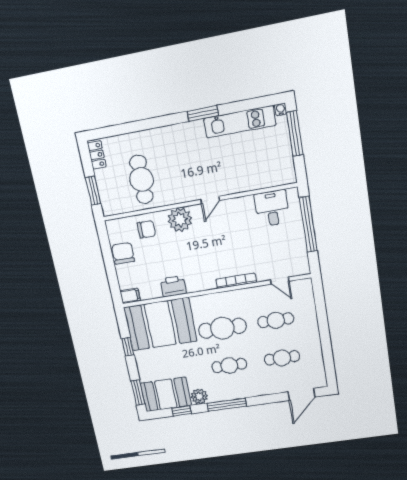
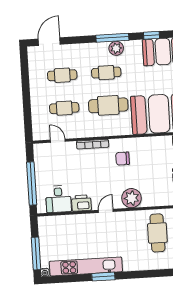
kitchen unit: (240, 122) -> (86, 266), width x1.36
chair: (146, 229) -> (123, 159), moved
printer: (173, 286) -> (81, 203), moved, turned 180
plant: (199, 396) -> (116, 48), moved

